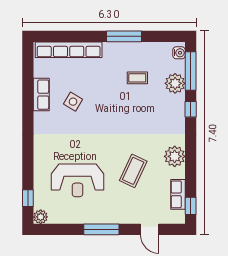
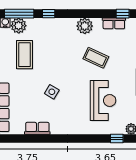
coffee table: (137, 78) -> (24, 55), width x1.86, depth x1.72
plant: (175, 83) -> (19, 26), moved
side table: (73, 102) -> (52, 92), moved

